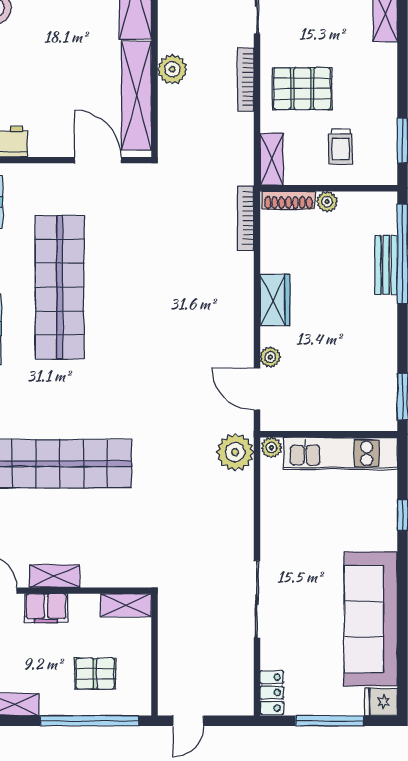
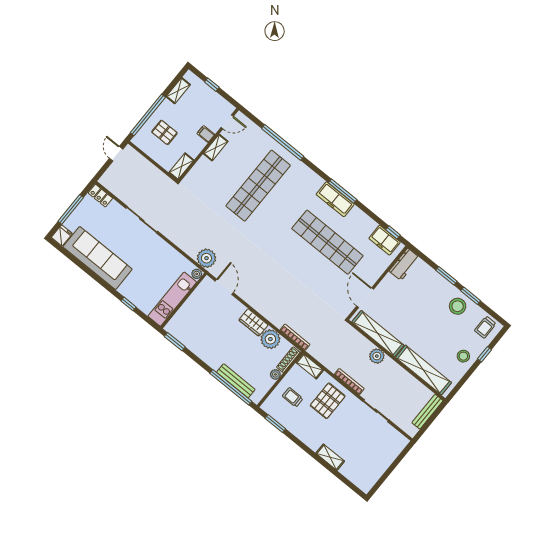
door: (98, 160) -> (365, 298), swing flipped
bench: (386, 265) -> (236, 381), width x1.36
plant: (270, 357) -> (270, 339), moved, width x1.88, depth x1.88
door: (257, 389) -> (224, 287), hinge flipped
filing cabinet: (46, 608) -> (206, 134), width x0.50
pallet: (95, 674) -> (164, 132), turned 90

